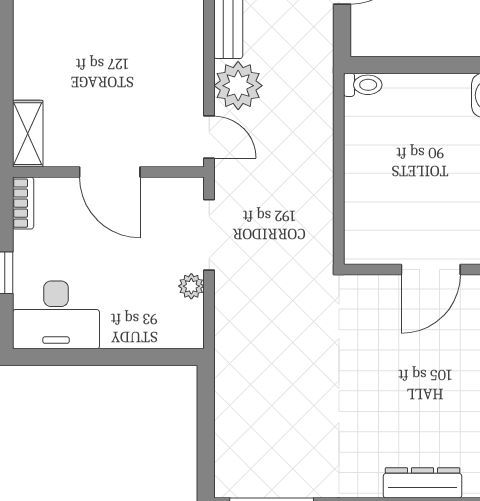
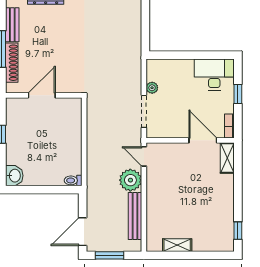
door: (110, 172) -> (203, 140), moved

